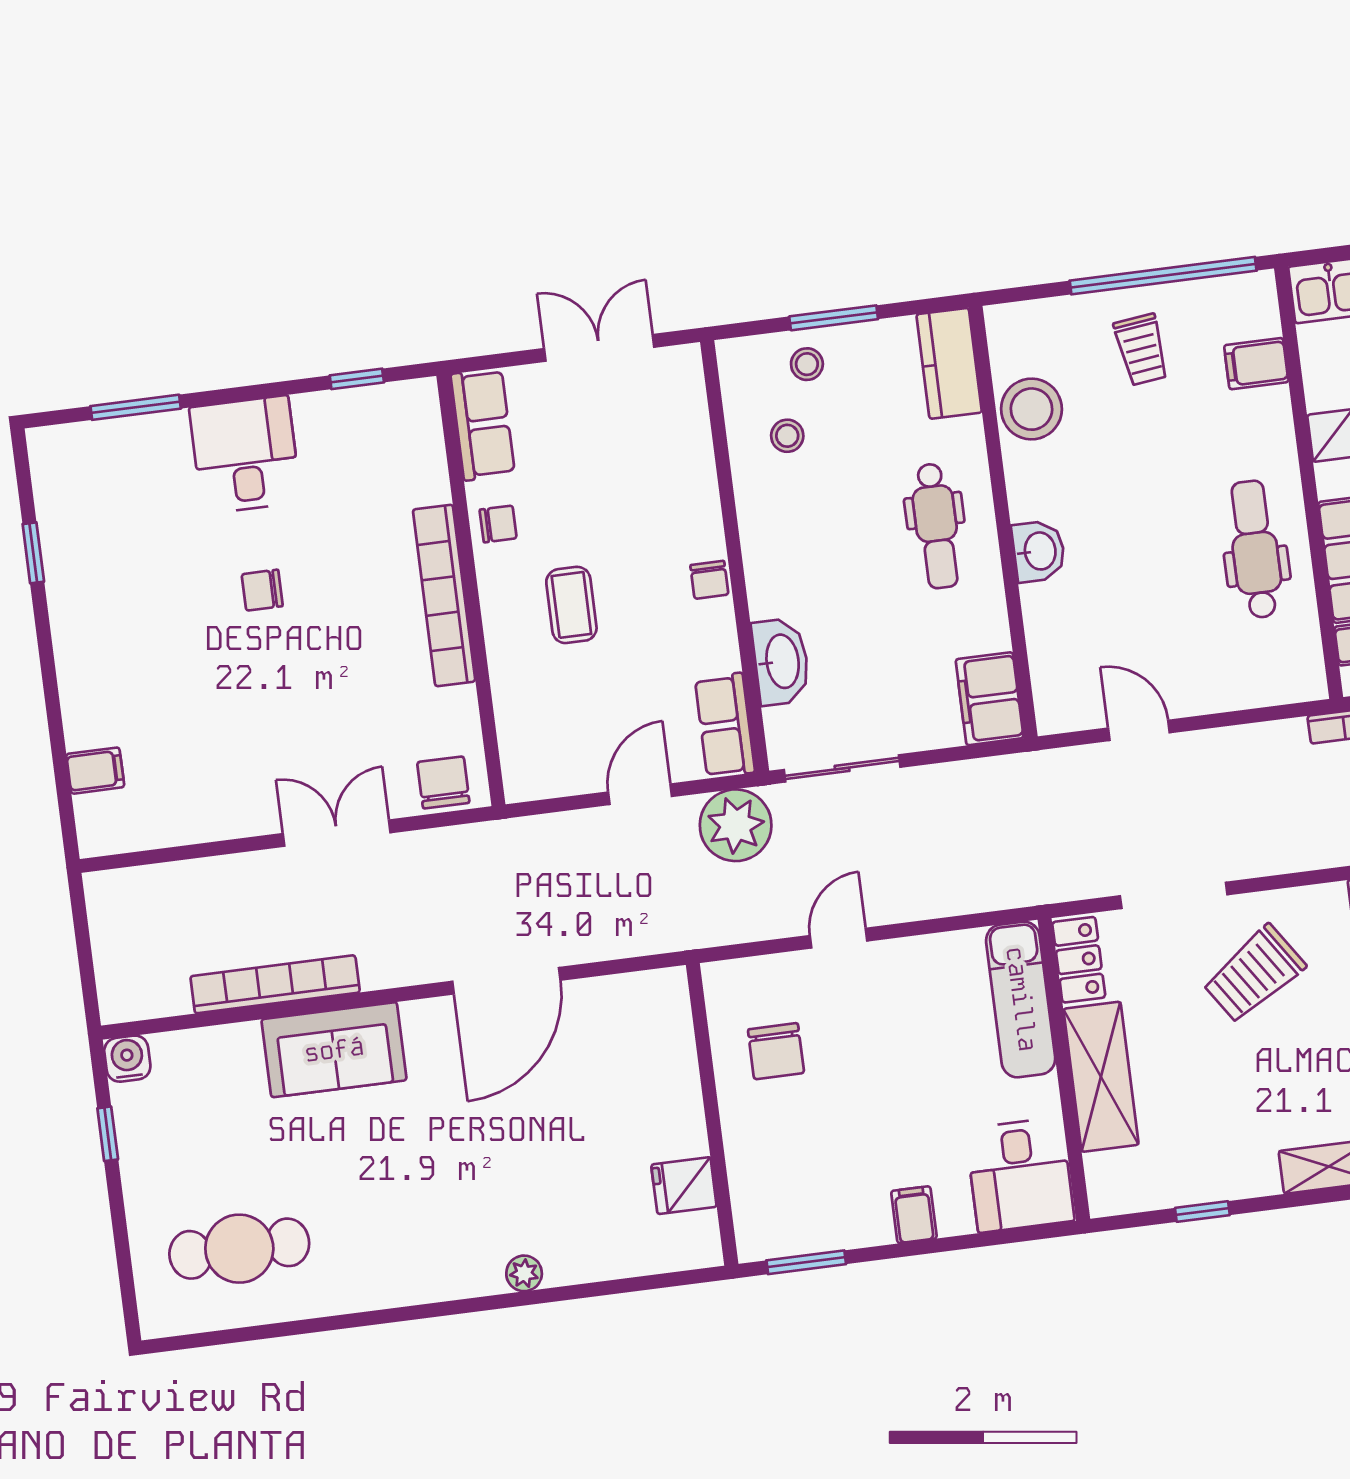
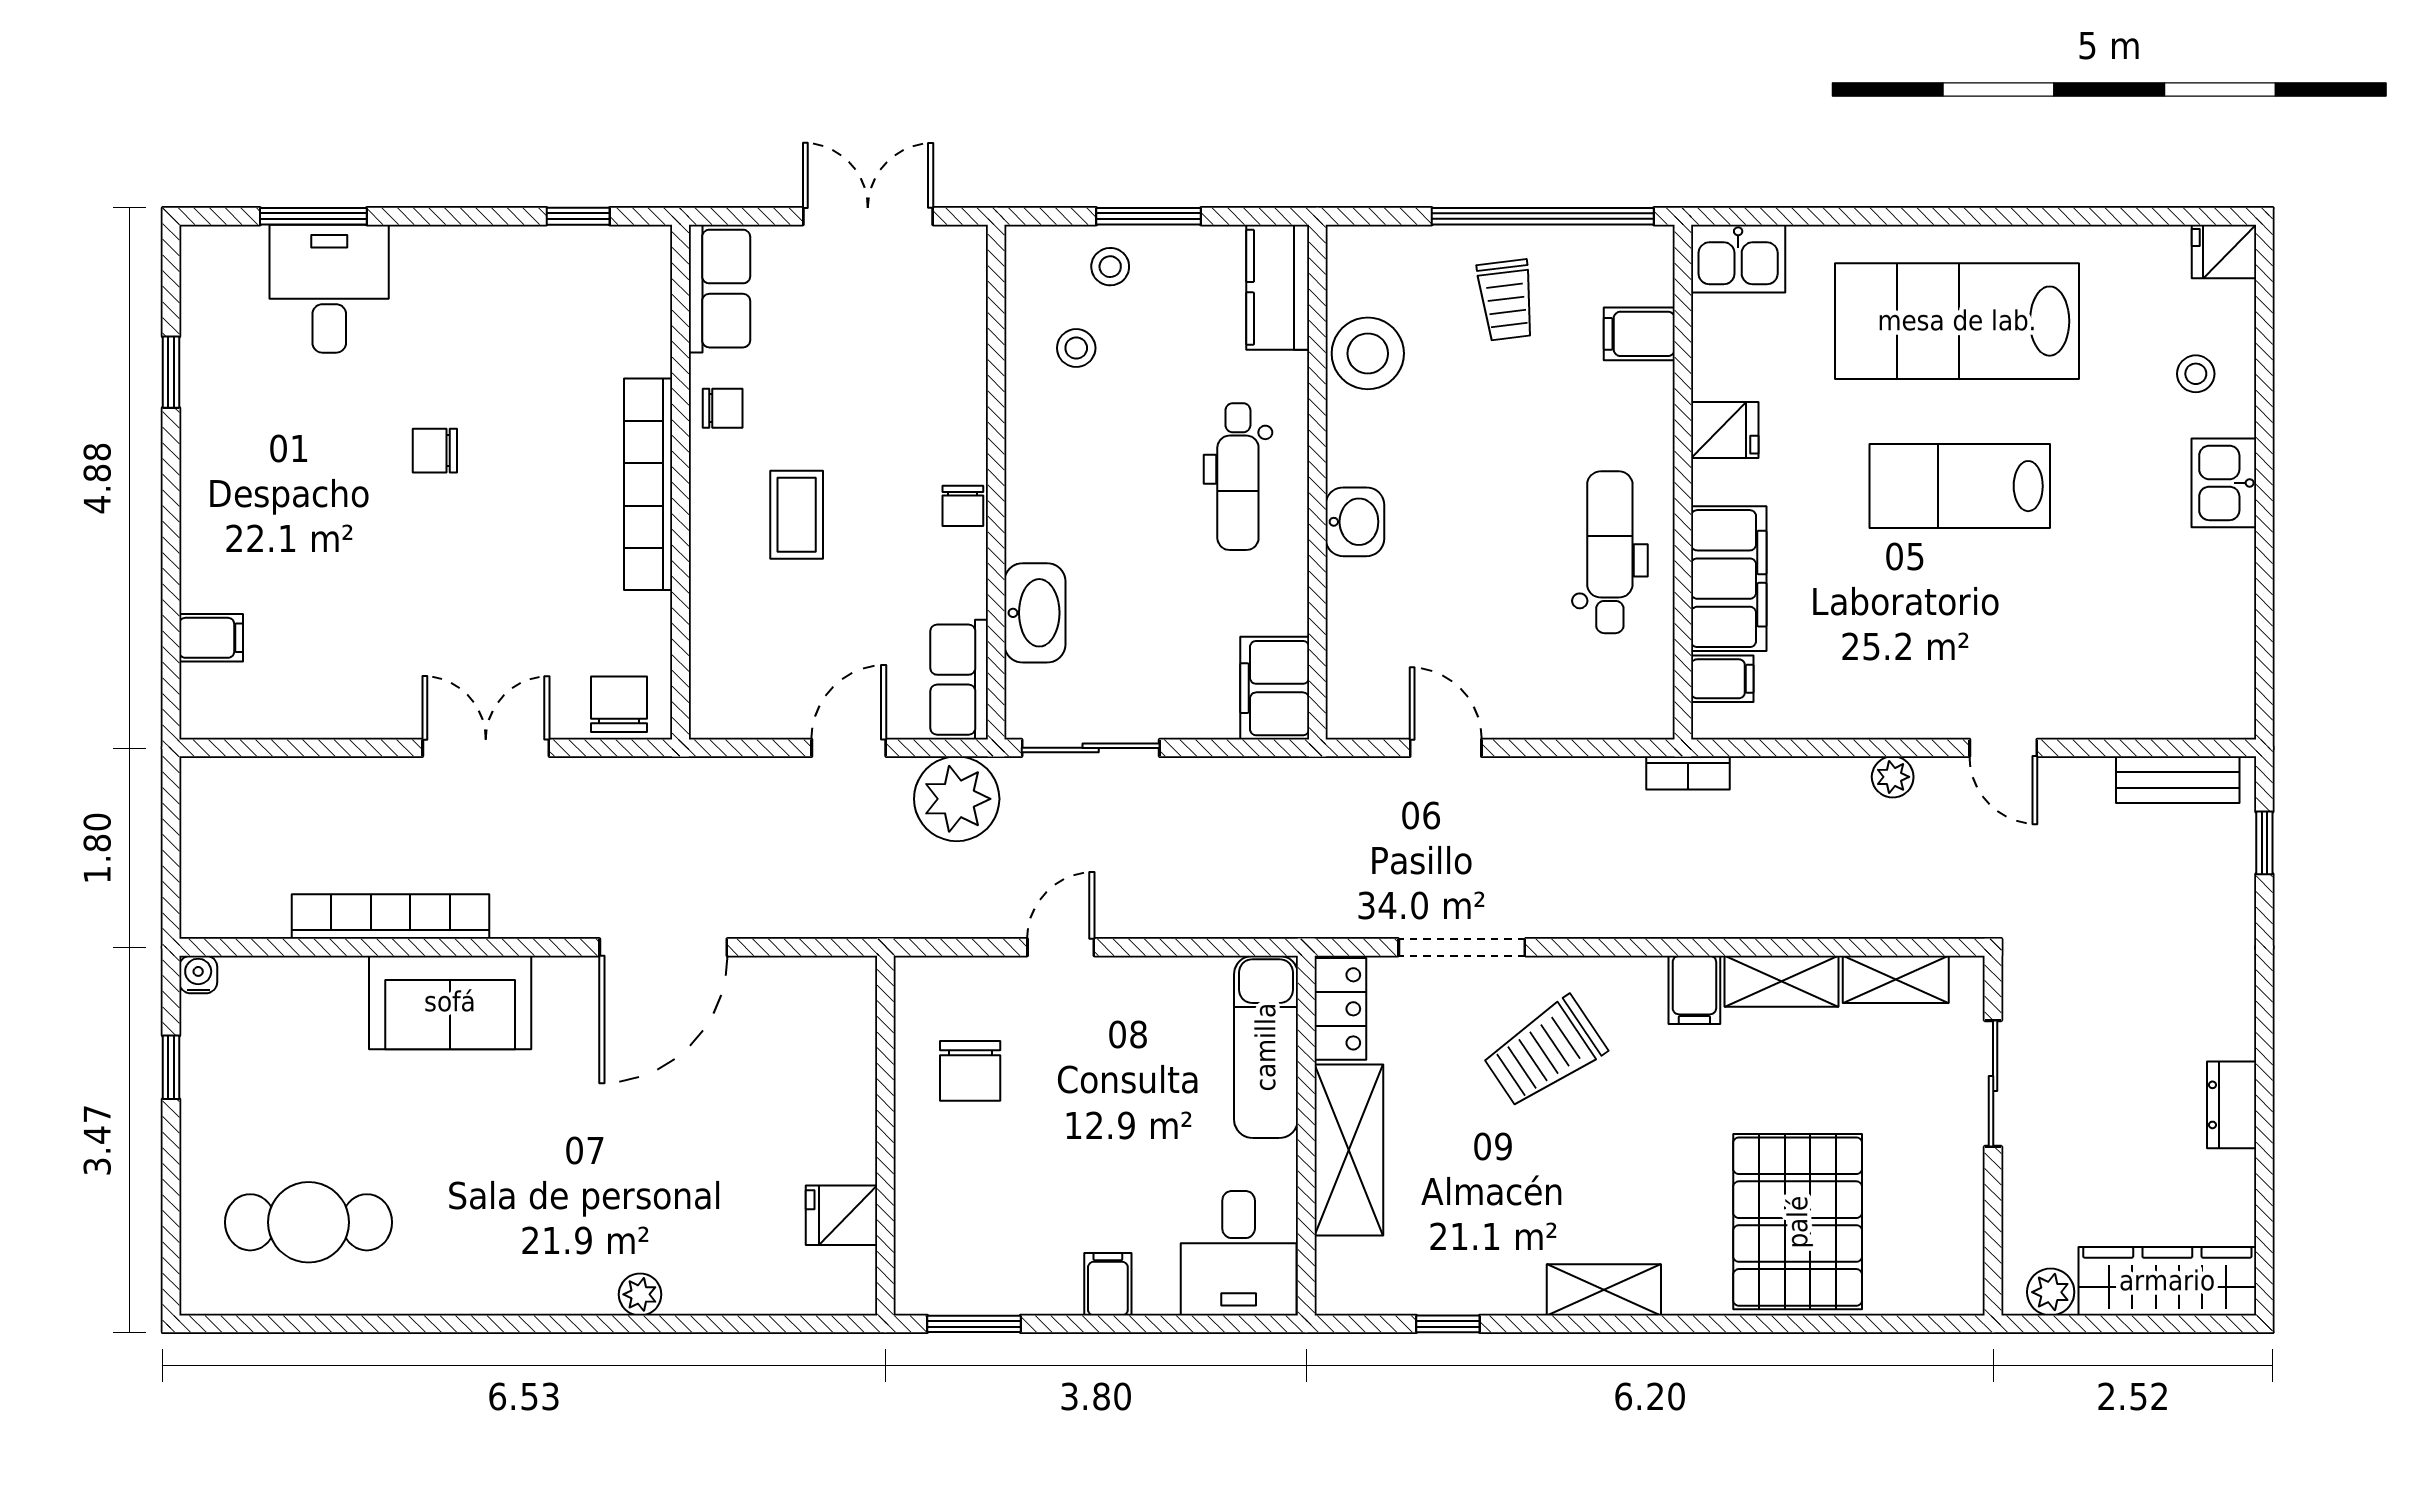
desk: (245, 455) -> (329, 289), moved
water cooler: (127, 1059) -> (198, 974), width x0.72, depth x0.72

